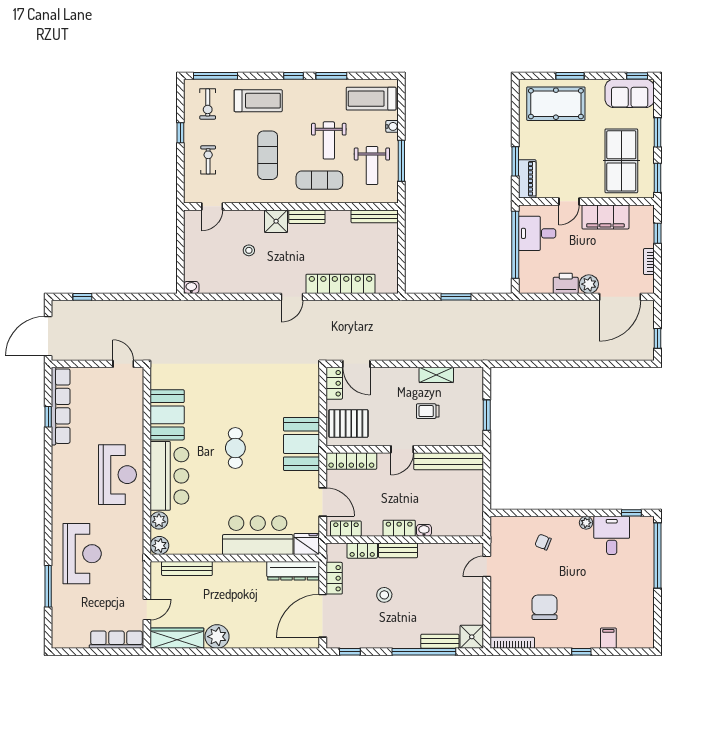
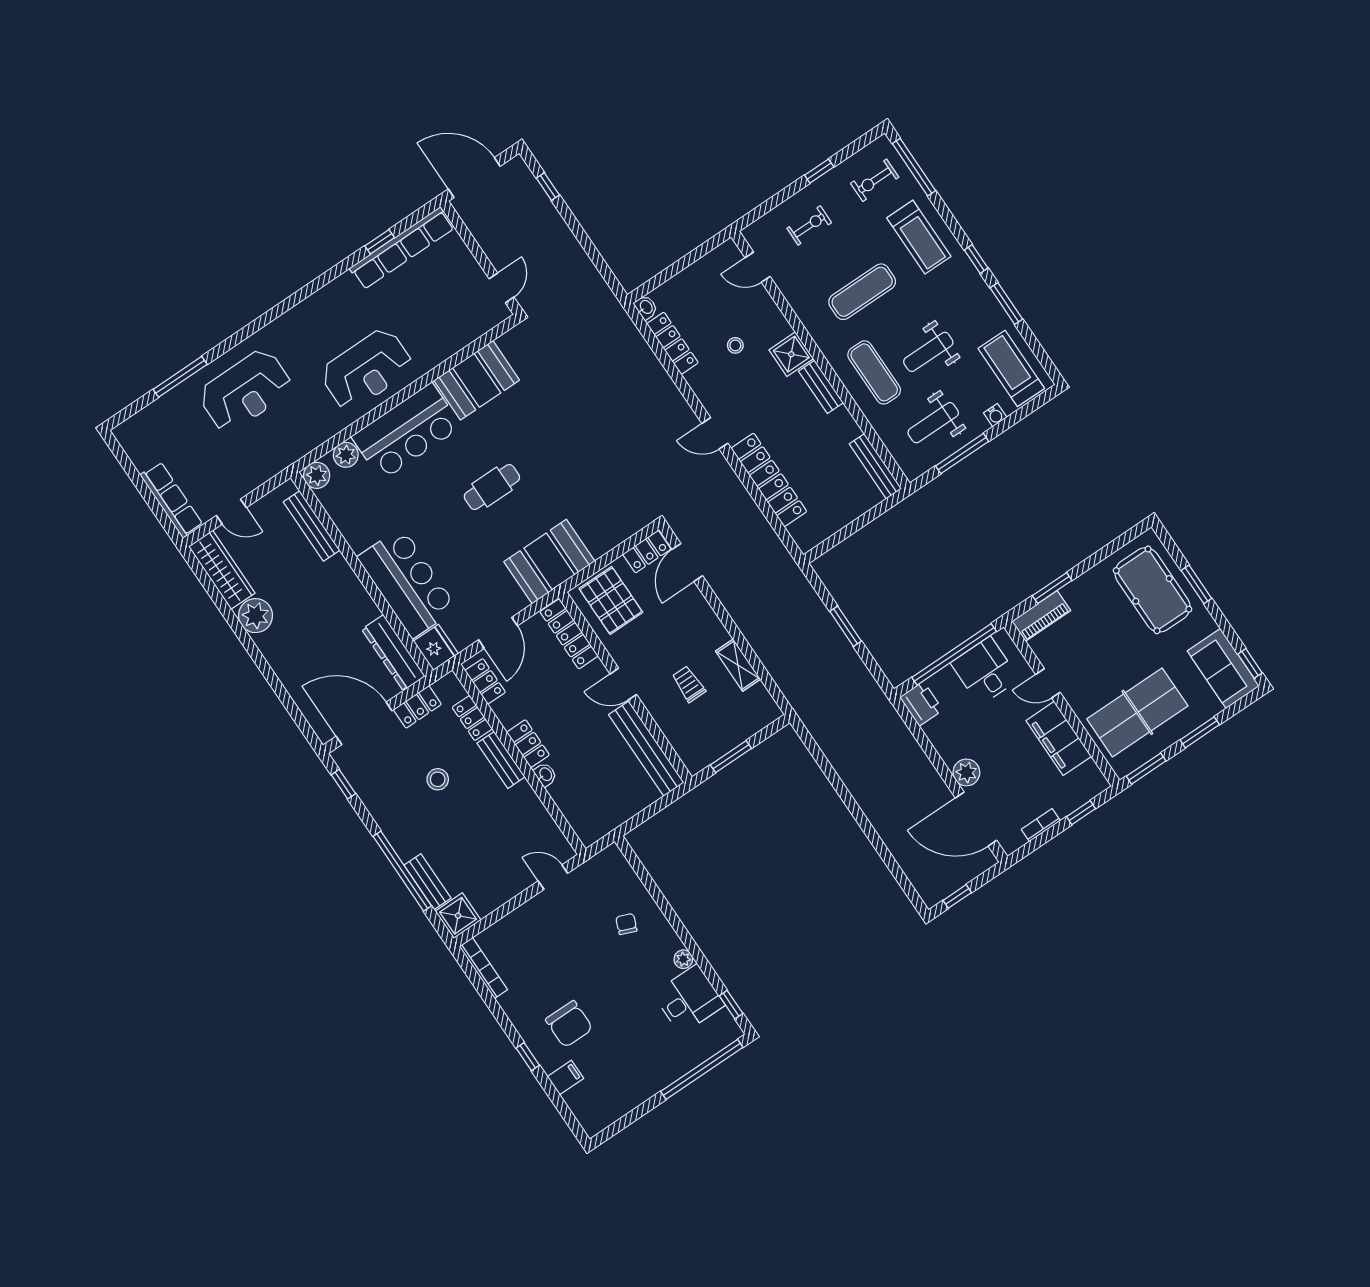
printer: (566, 283) -> (921, 704), moved
locker: (223, 286) -> (673, 343), added
chair: (545, 607) -> (569, 1024), moved, turned 90

